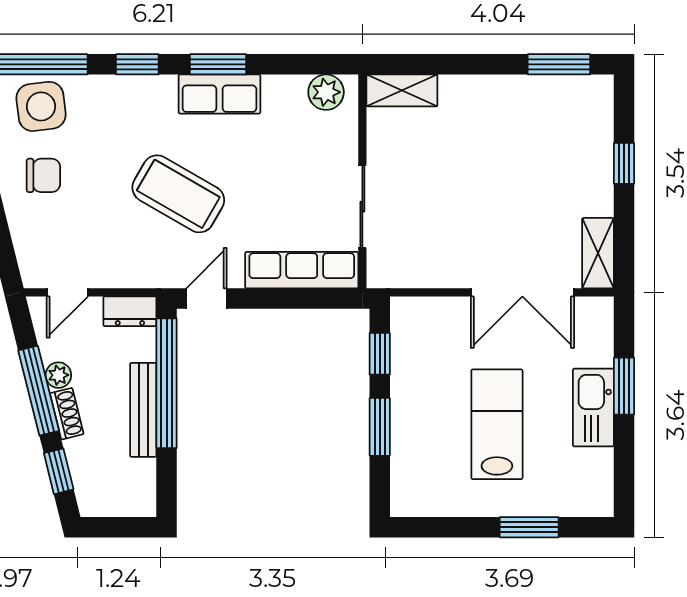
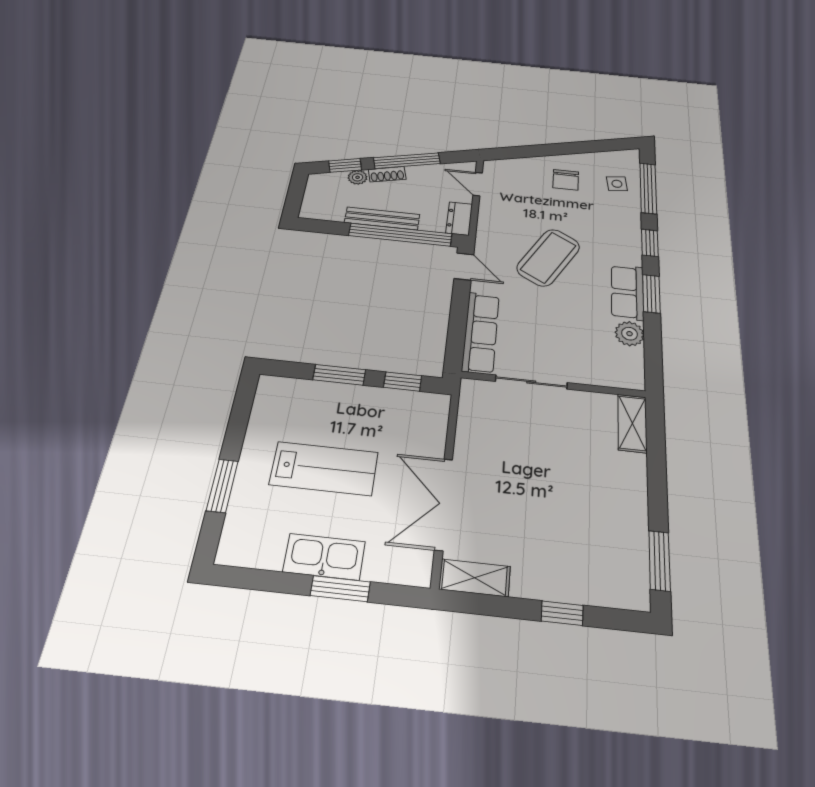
plant: (326, 92) -> (630, 334), moved
side table: (41, 106) -> (617, 184), width x0.54, depth x0.54
plant: (58, 375) -> (358, 177), moved

